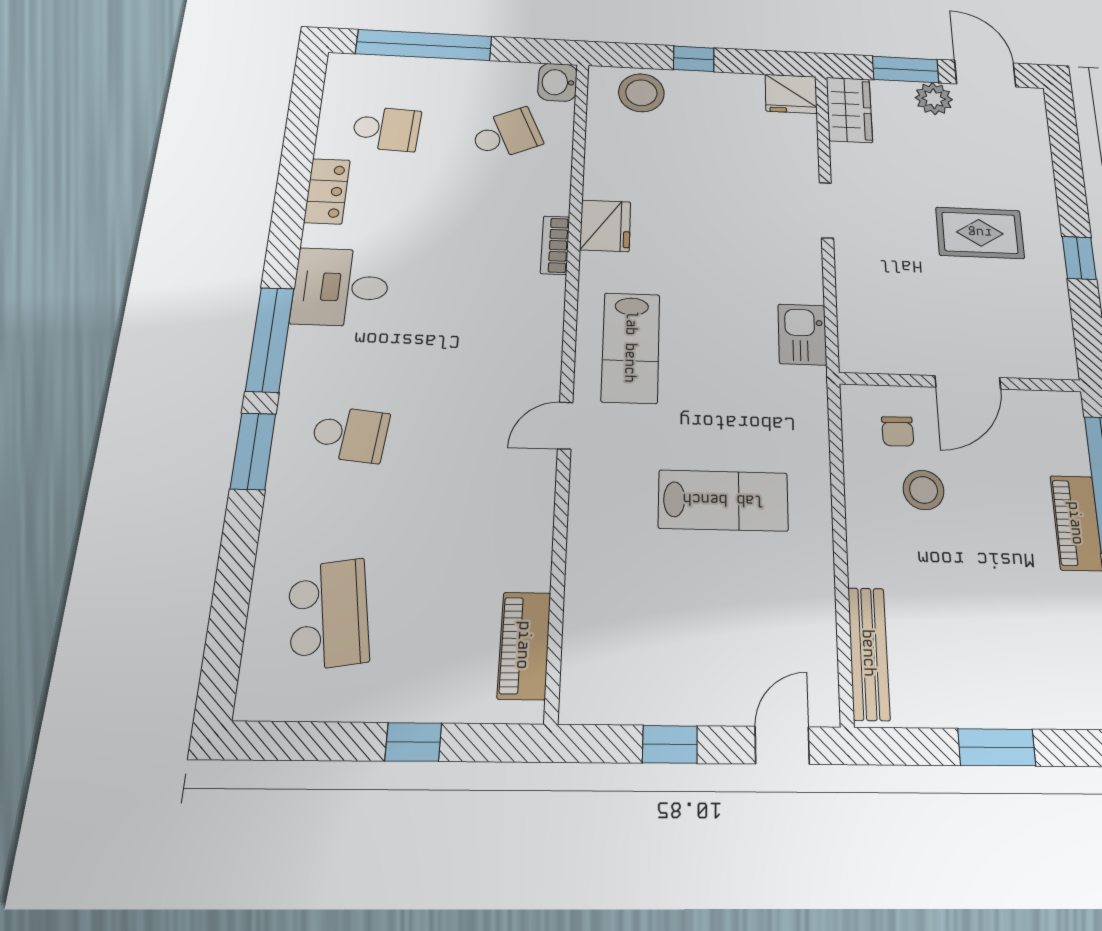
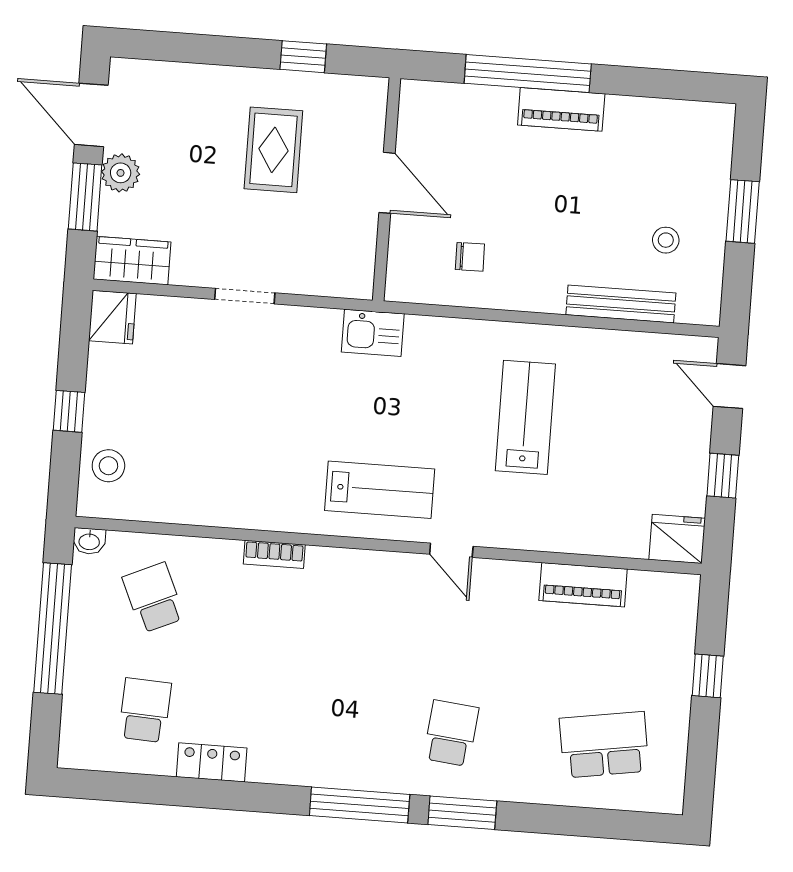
window: (424, 45) -> (53, 628), moved
door: (985, 74) -> (91, 115), hinge flipped
washbasin: (557, 82) -> (89, 541), width x0.72, depth x0.69
stool: (641, 93) -> (108, 466), width x0.73, depth x0.73
fridge: (605, 226) -> (677, 539), moved
desk: (341, 287) -> (311, 746), removed
wall: (961, 382) -> (387, 189), moved
door: (968, 382) -> (387, 183), moved
stool: (924, 490) -> (666, 240), moved, width x0.73, depth x0.73
piano: (524, 645) -> (583, 585), moved
bench: (869, 653) -> (621, 304), moved

